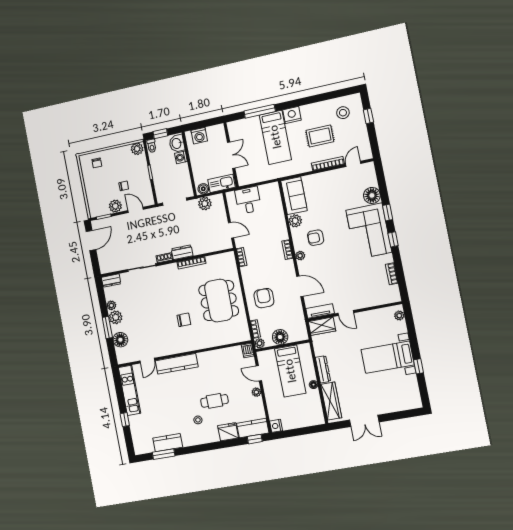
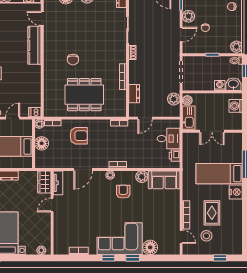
stool: (343, 113) -> (206, 236), moved
printer: (265, 190) -> (175, 156), added
dresser: (182, 252) -> (134, 94), moved

